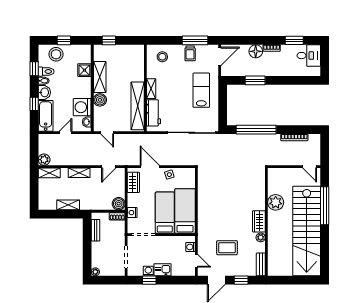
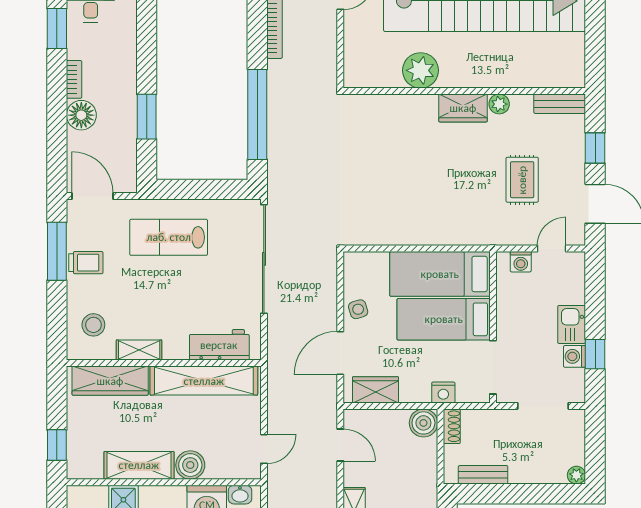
wardrobe: (138, 64) -> (110, 381), added
shelving: (151, 89) -> (139, 350), moved

